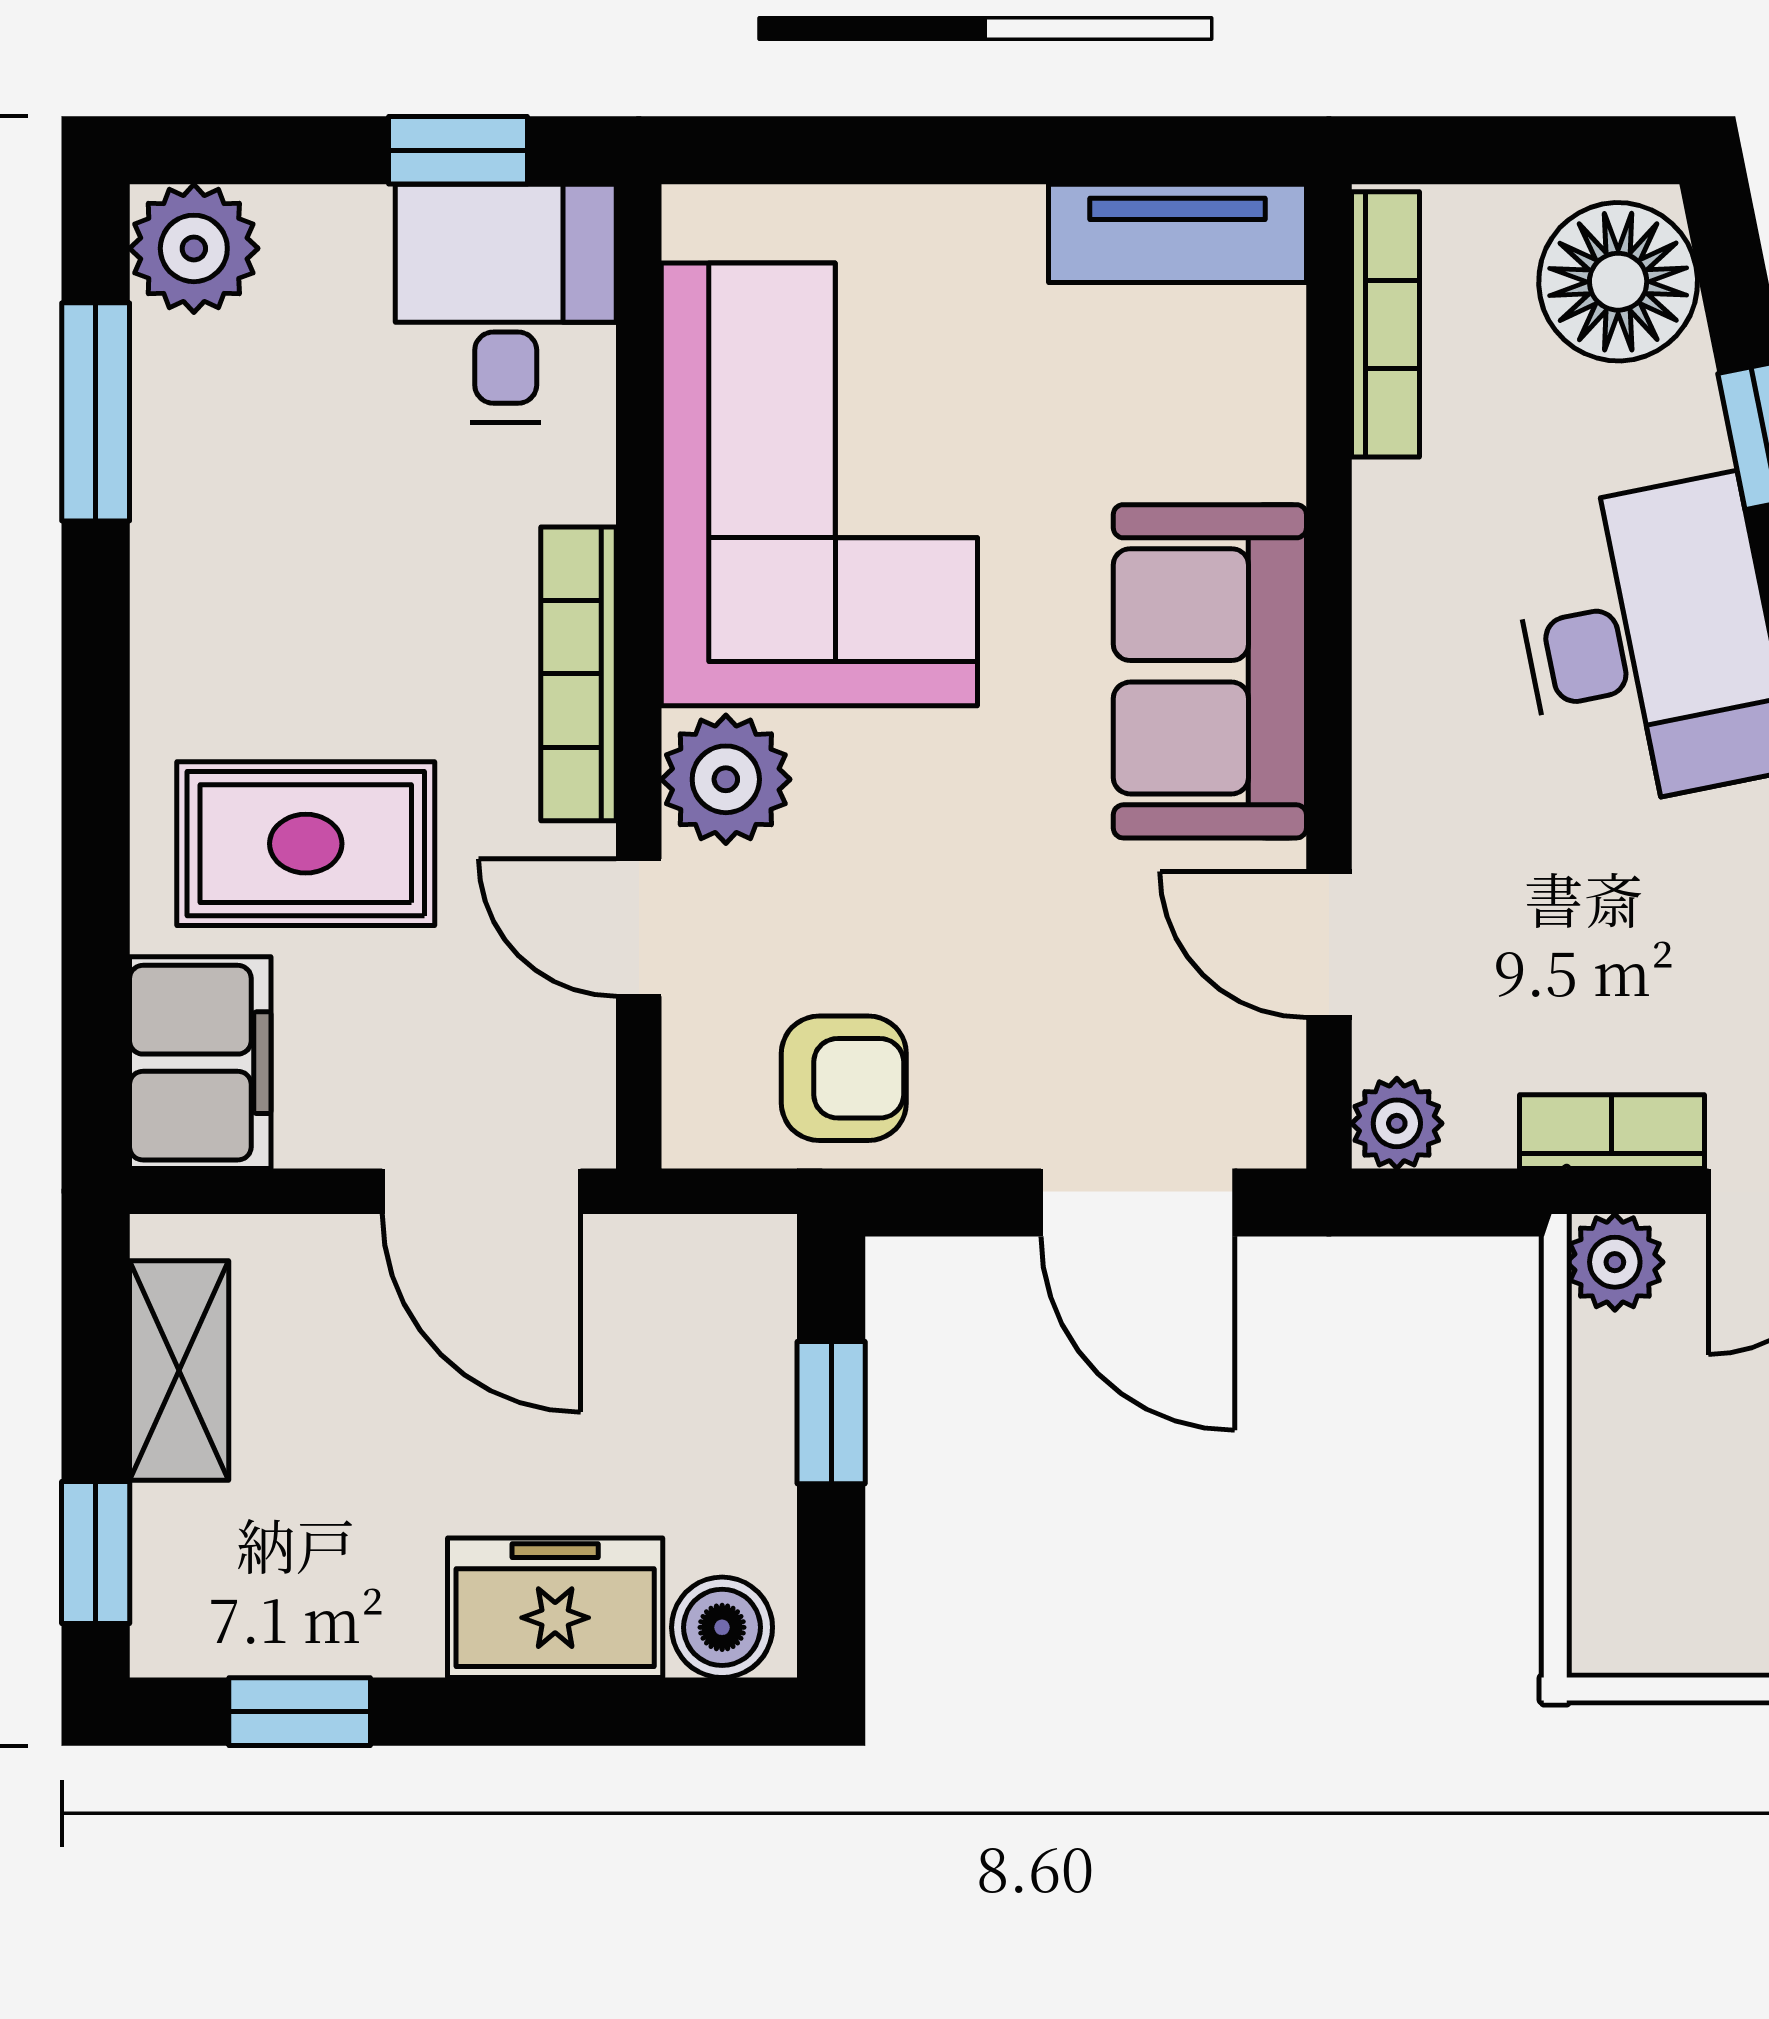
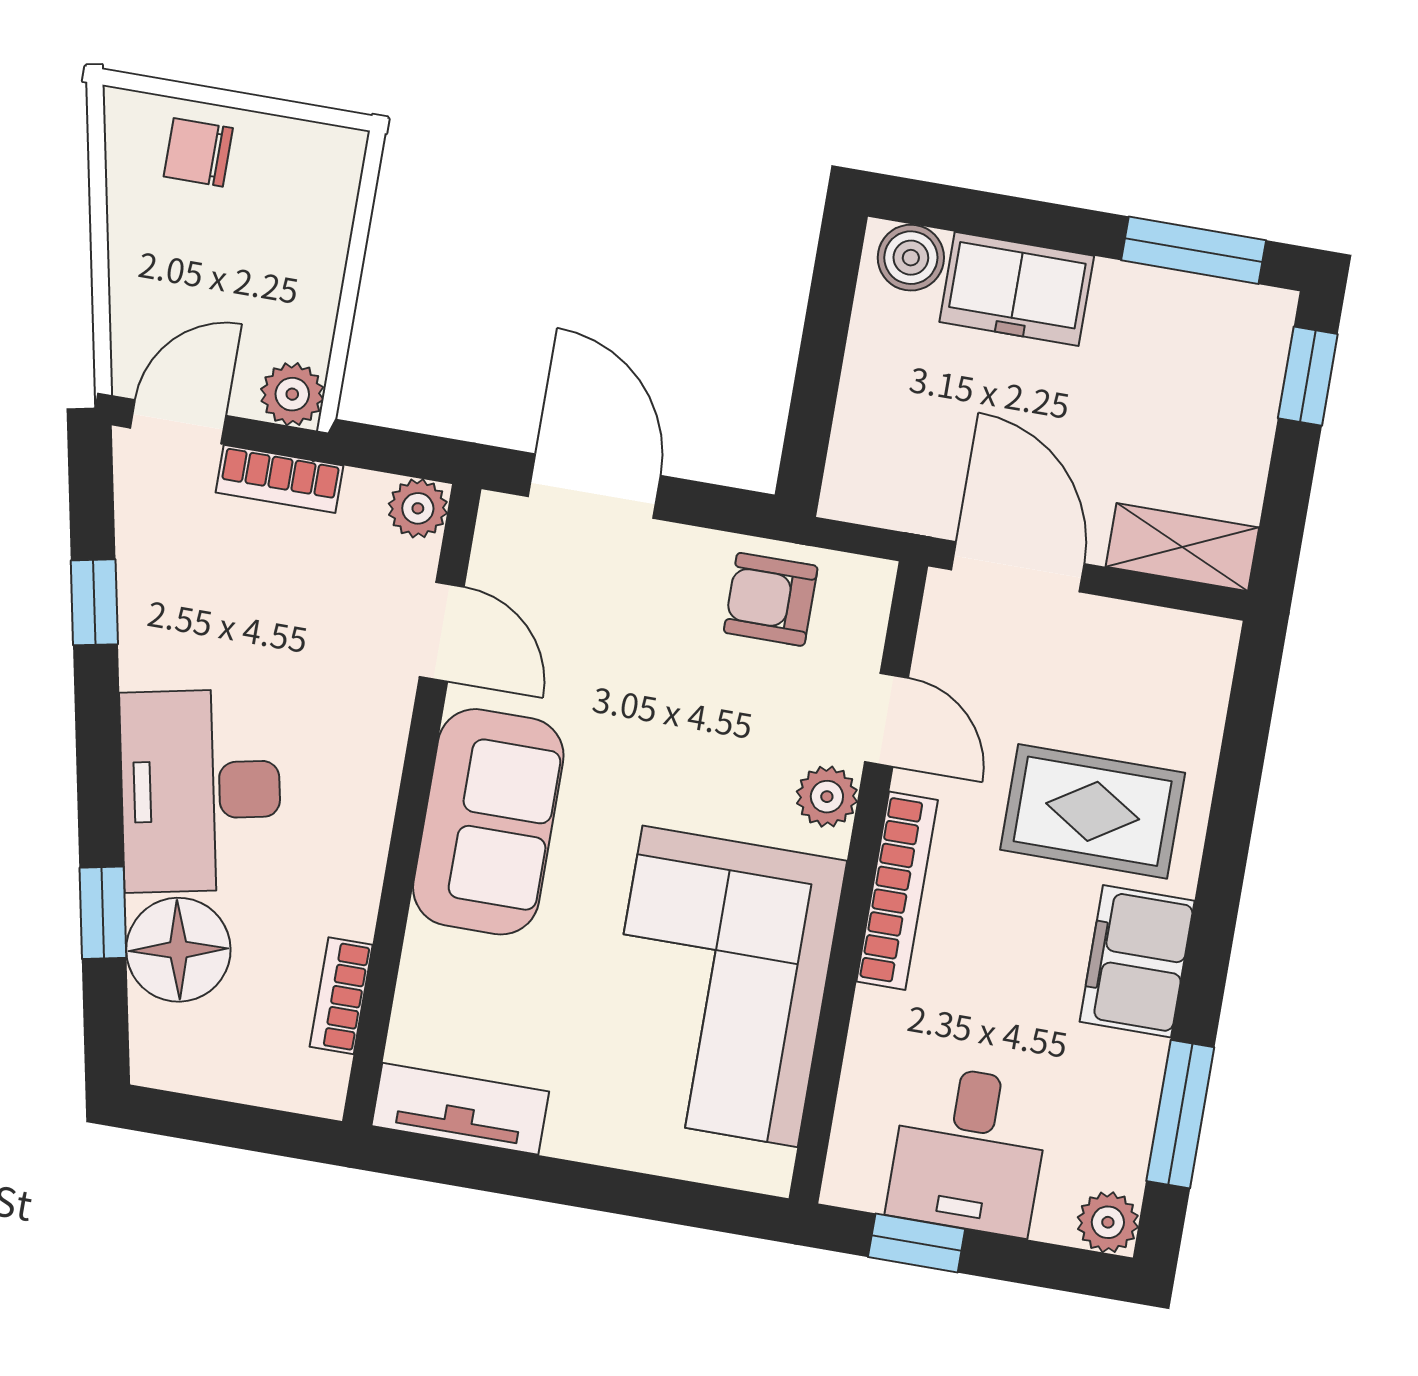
plant: (194, 248) -> (1108, 1222), width x0.73, depth x0.73
floor lamp: (1618, 282) -> (178, 950), moved
desk: (506, 303) -> (969, 1150), moved
bookcase: (1386, 324) -> (341, 996), width x0.64
plant: (726, 779) -> (827, 797), width x0.73, depth x0.73
filing cabinet: (200, 1063) -> (1137, 961), moved
shelving: (179, 1371) -> (1182, 547), moved, turned 90
window: (831, 1413) -> (816, 384), removed
window: (300, 1712) -> (1194, 250), width x1.50

